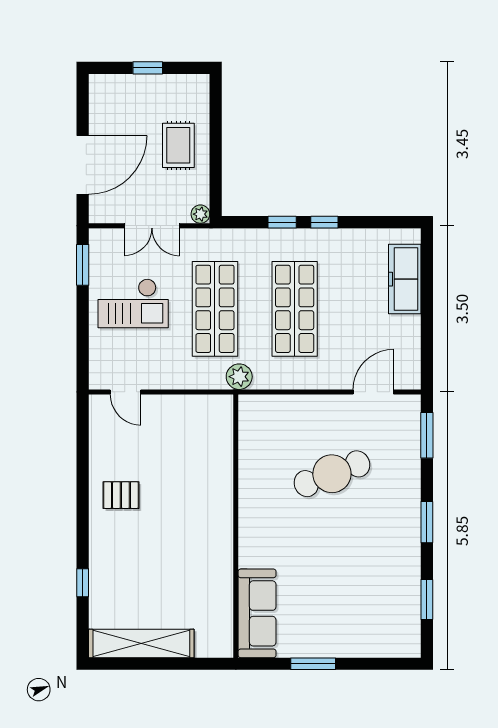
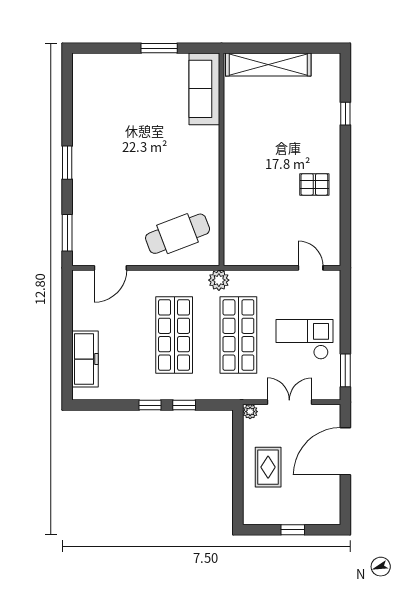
cafe table: (332, 474) -> (178, 234), moved
window: (427, 599) -> (67, 100), removed
shelving: (141, 643) -> (268, 65), moved

